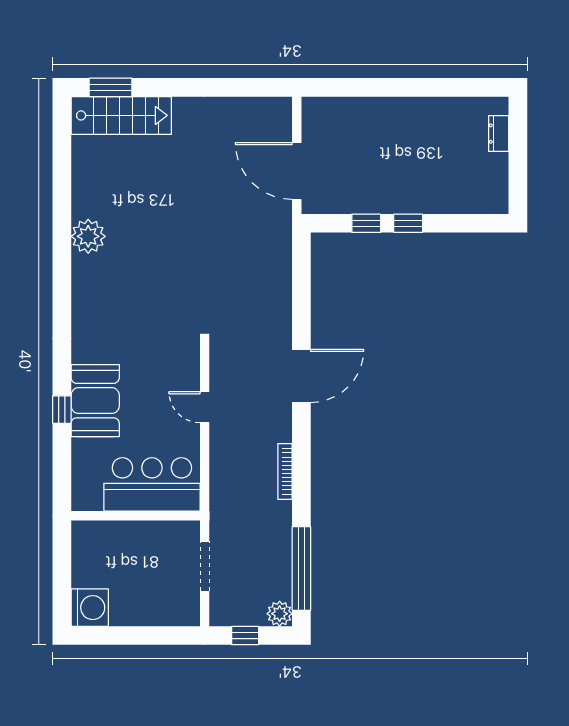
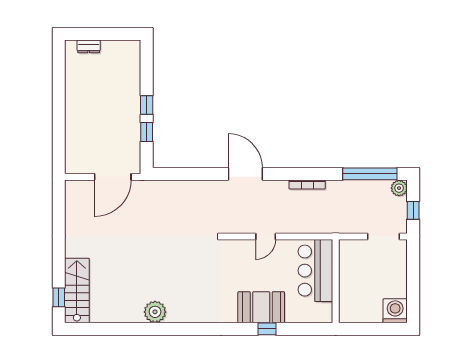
window: (111, 87) -> (59, 297), width x0.67
doorway: (205, 566) -> (384, 237), moved

